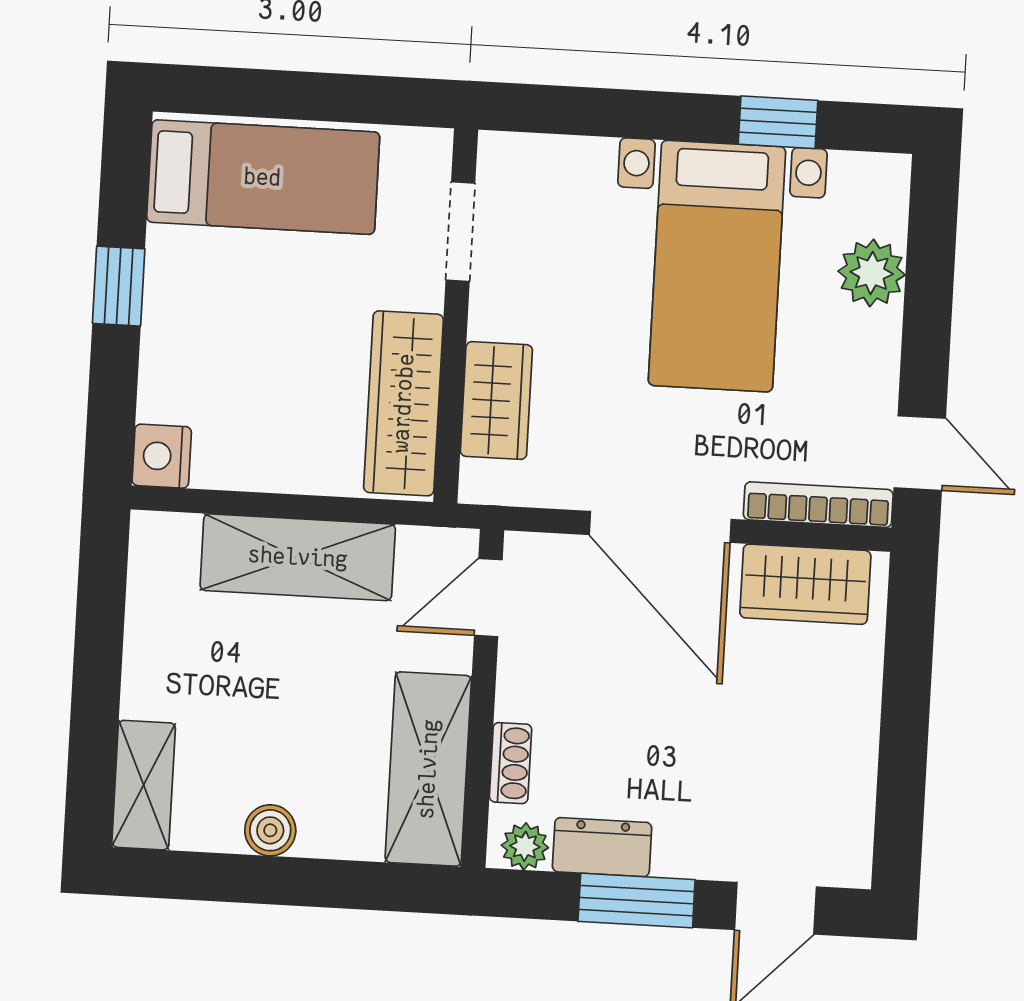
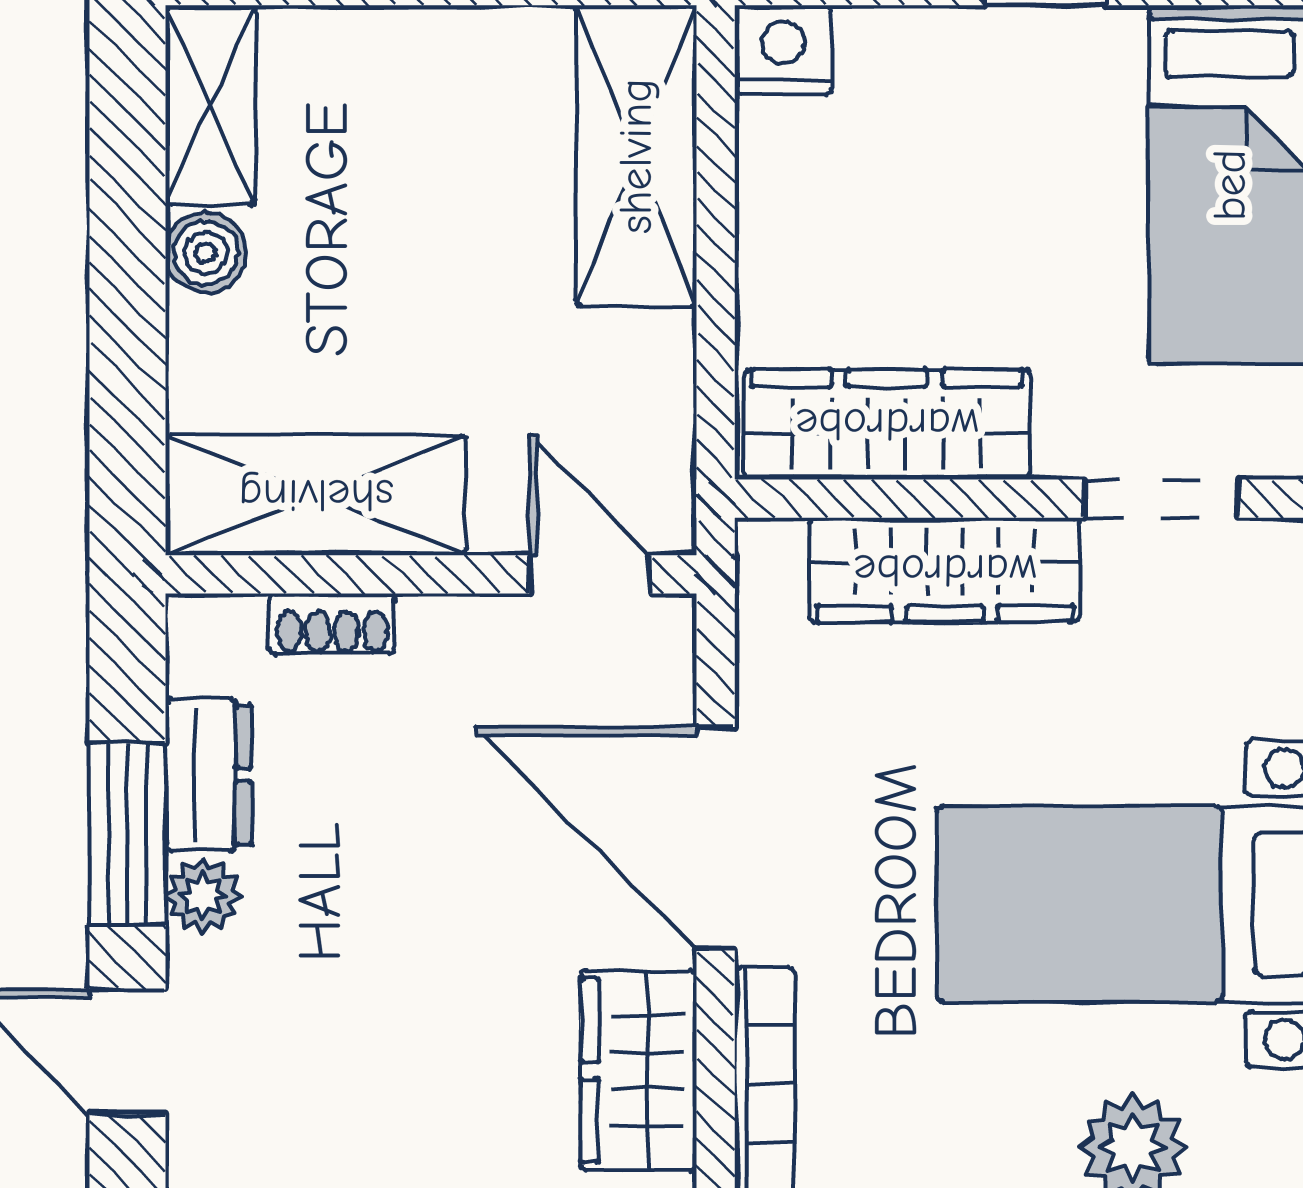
wardrobe: (496, 401) -> (945, 570), width x1.50
door: (660, 527) -> (716, 838), hinge flipped
shelving: (298, 557) -> (636, 156), moved
shelving: (144, 785) -> (210, 105), moved, turned 90
plant: (525, 846) -> (203, 896), moved

